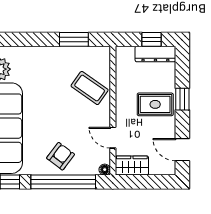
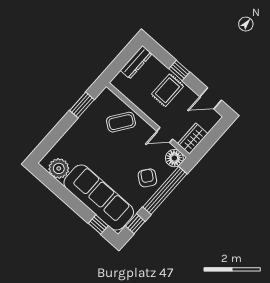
window: (152, 39) -> (125, 56), removed
floor lamp: (105, 170) -> (174, 158), width x1.89, depth x1.89

